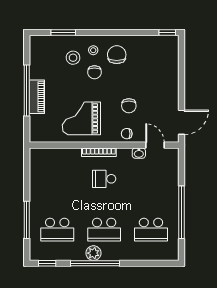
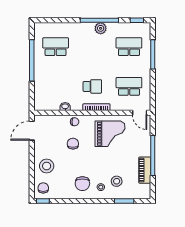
chair: (94, 72) -> (43, 188), moved
stool: (162, 77) -> (47, 166), added
piano: (37, 97) -> (145, 170), moved
door: (155, 145) -> (140, 113), moved
school desk: (104, 230) -> (129, 86), moved

